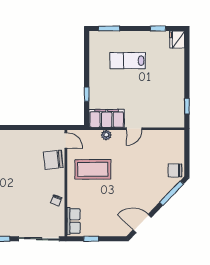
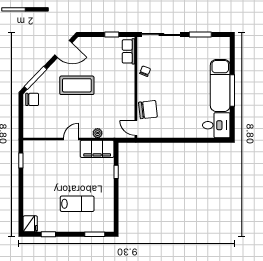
coffee table: (93, 169) -> (77, 85), moved

